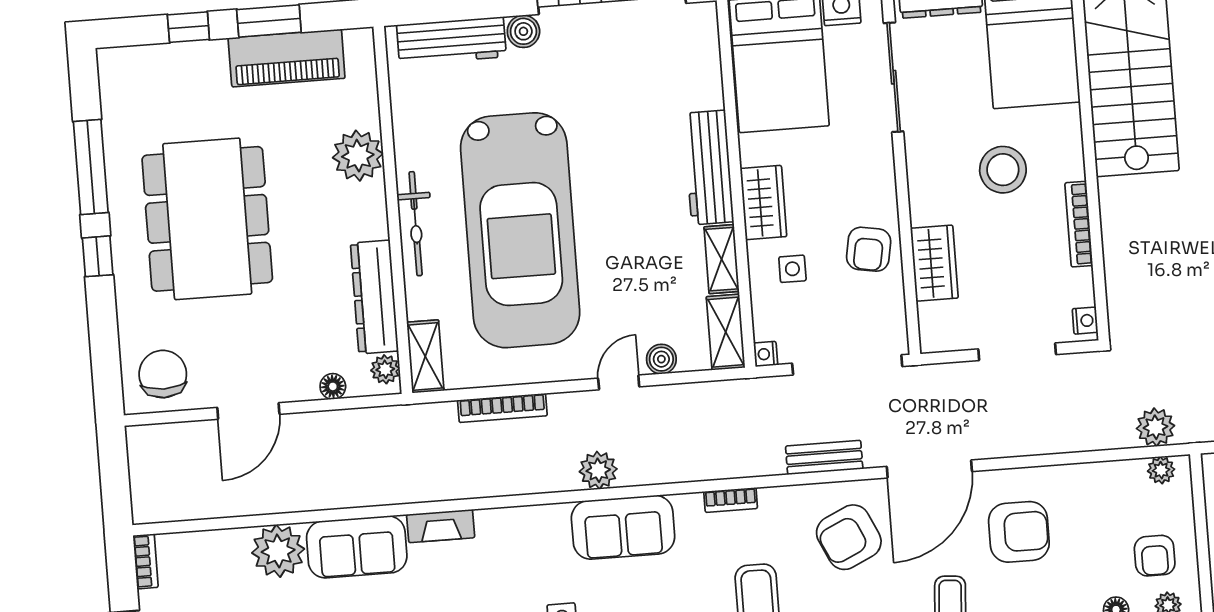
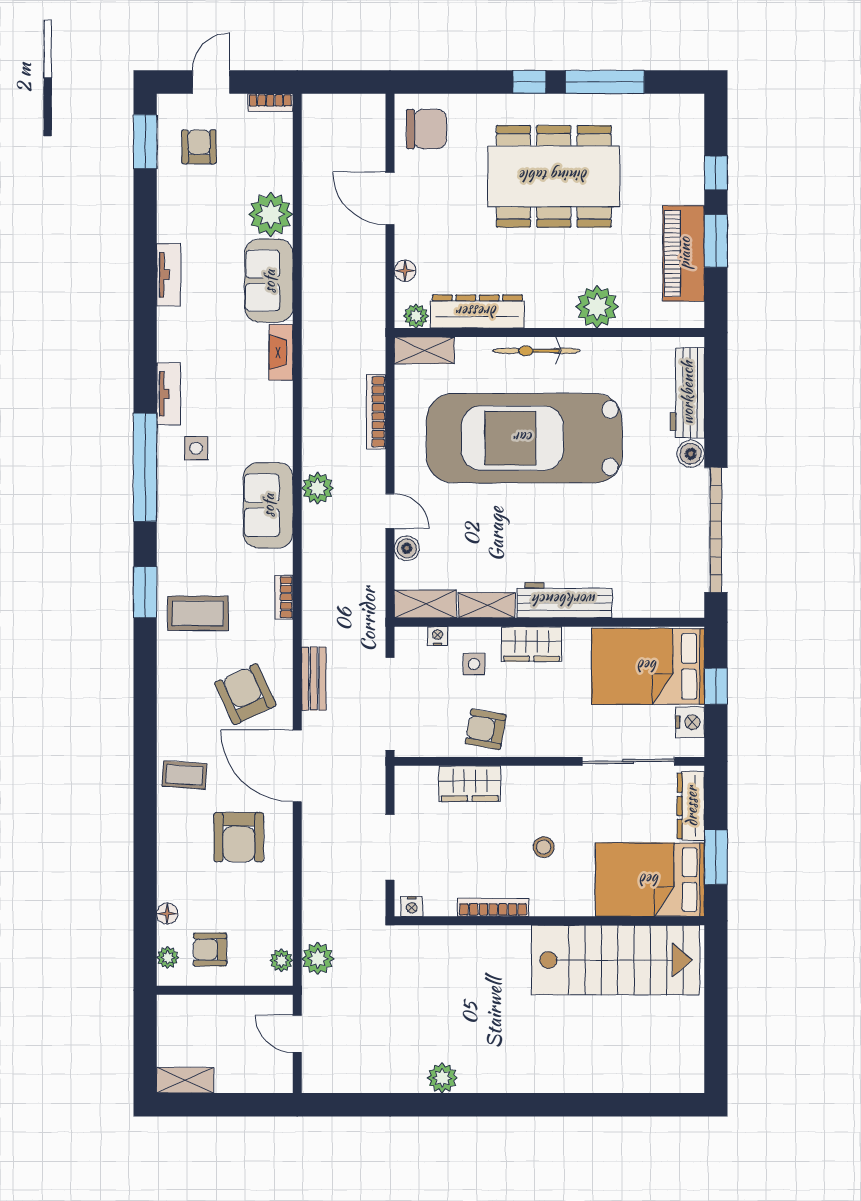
stool: (1003, 170) -> (544, 847), width x0.53, depth x0.53
nightstand: (766, 354) -> (438, 636), moved

